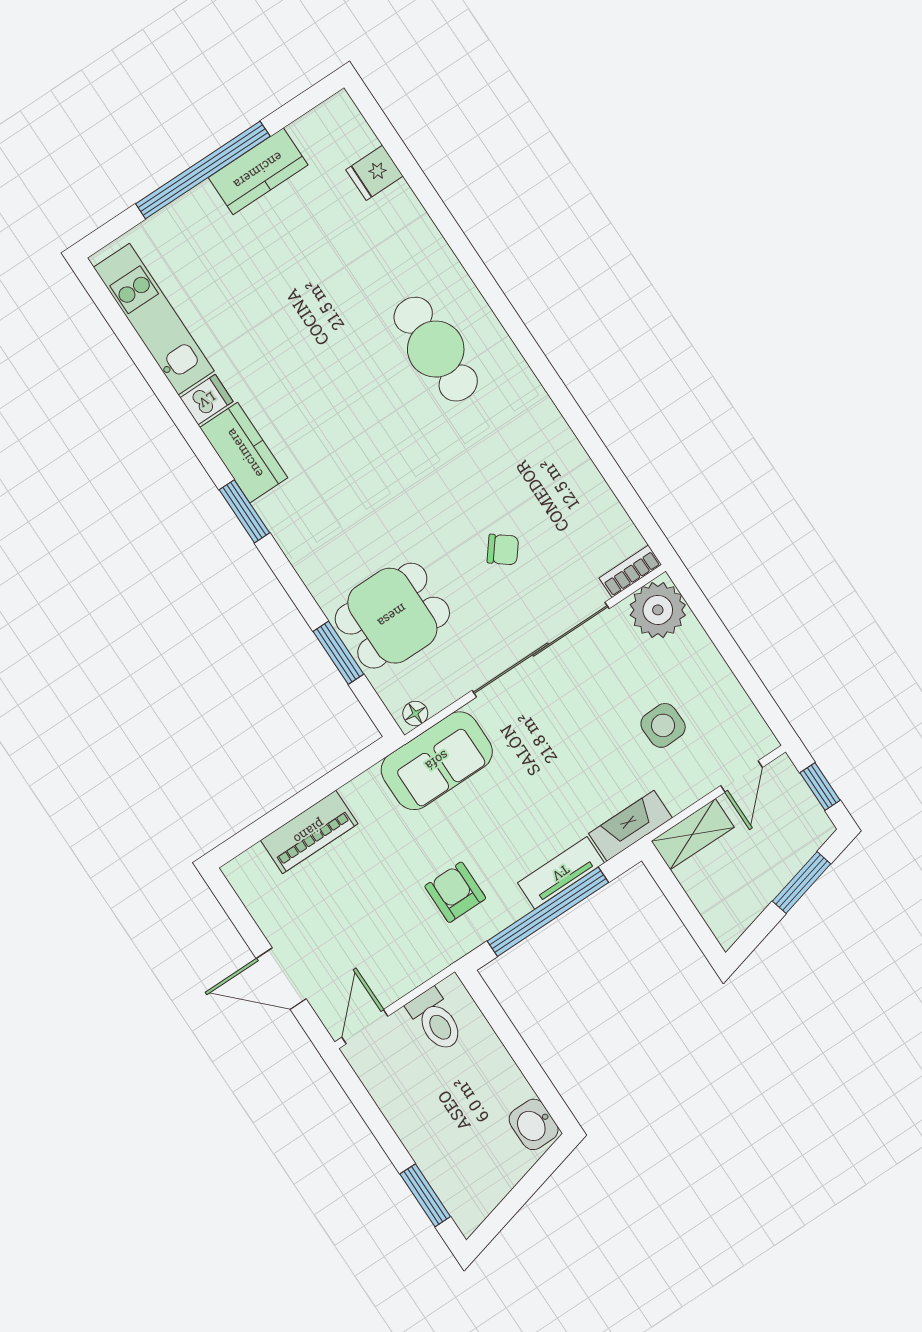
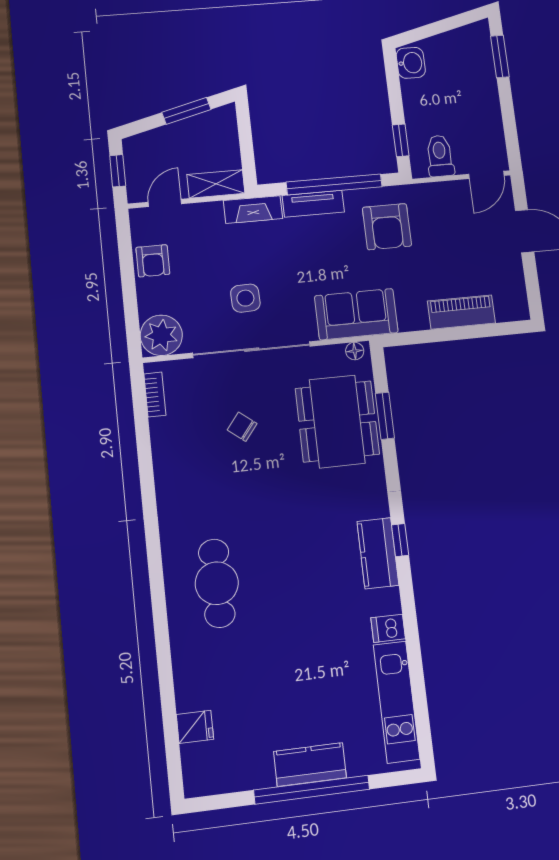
kitchen counter: (258, 171) -> (310, 765), moved
kitchen counter: (244, 453) -> (378, 553), moved
window: (244, 511) -> (400, 540), width x0.67
bookcase: (630, 571) -> (155, 394), moved, turned -90
dining table: (392, 616) -> (337, 421), width x1.38
armchair: (717, 696) -> (153, 261), added
side table: (663, 725) -> (245, 298), moved
window: (802, 882) -> (186, 111), moved
armchair: (455, 892) -> (387, 227), width x1.38, depth x1.38
window: (495, 1014) -> (401, 140), added

